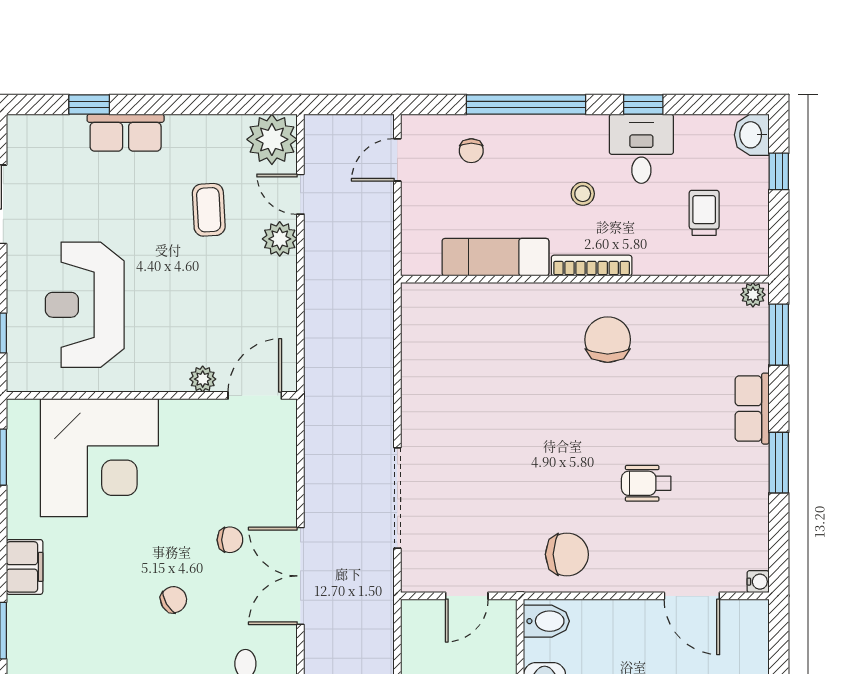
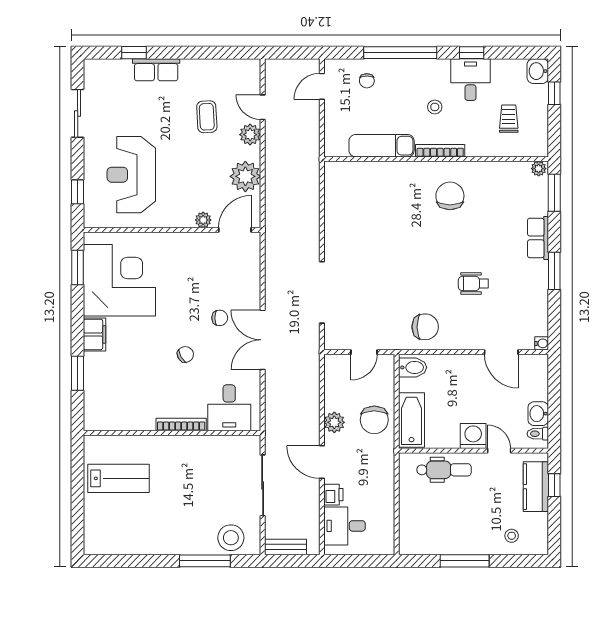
plant: (272, 139) -> (245, 176), moved
corner desk: (99, 458) -> (119, 280), moved, turned -90

